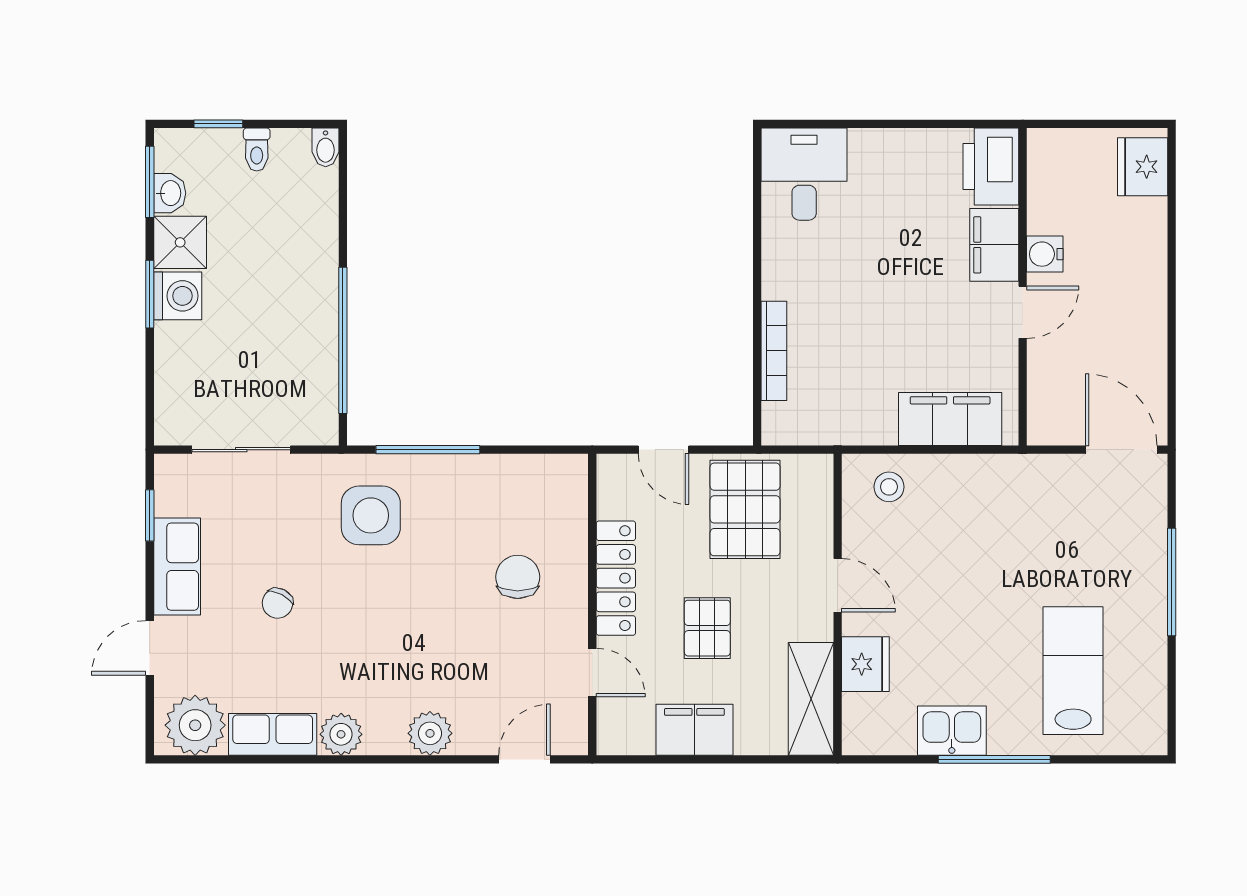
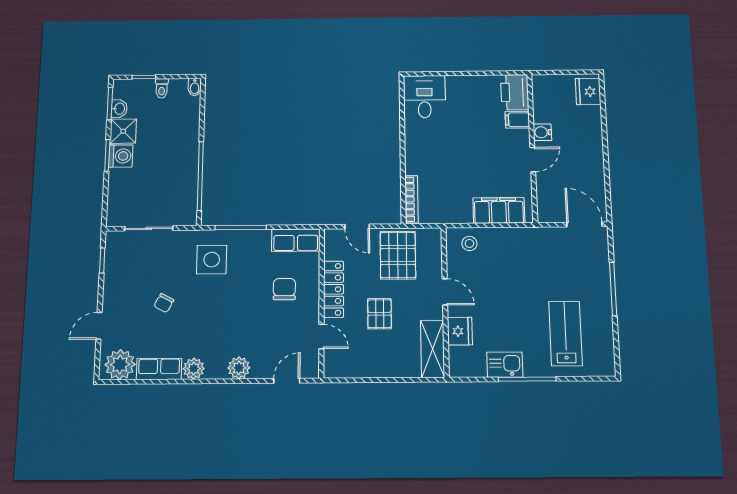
filing cabinet: (994, 245) -> (517, 120), width x0.50
bookcase: (774, 351) -> (411, 199), moved
row of seats: (177, 567) -> (296, 240), moved, turned 90
filing cabinet: (694, 730) -> (373, 365), removed

